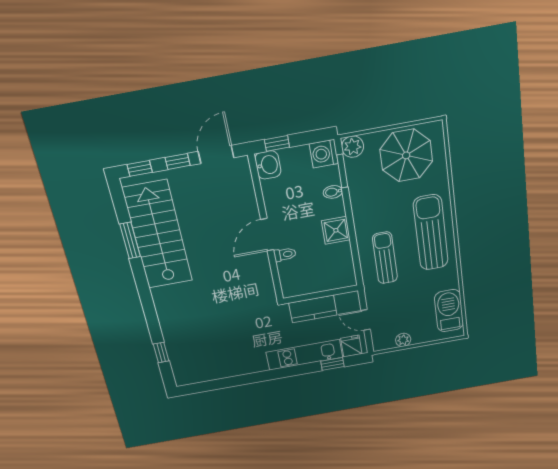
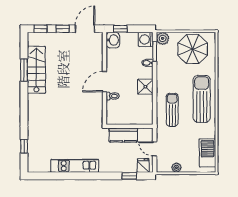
stairs: (158, 235) -> (36, 70), width x0.73, depth x0.66
kitchen unit: (304, 355) -> (75, 166), moved

